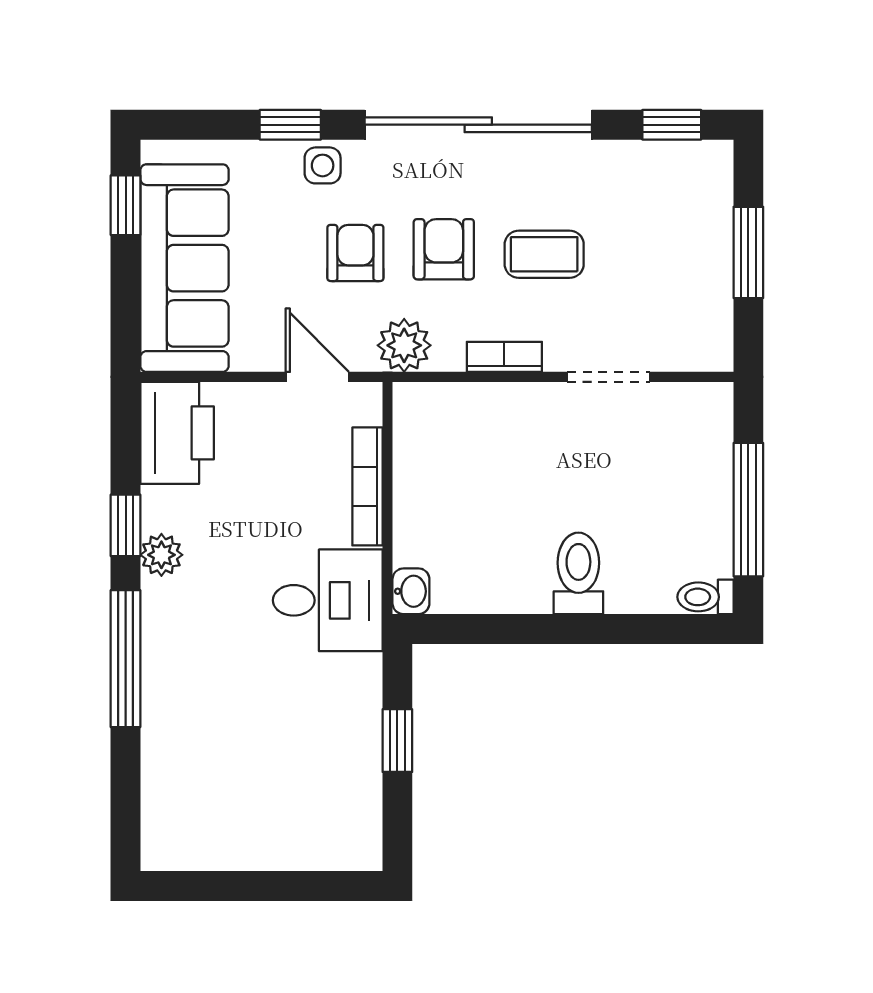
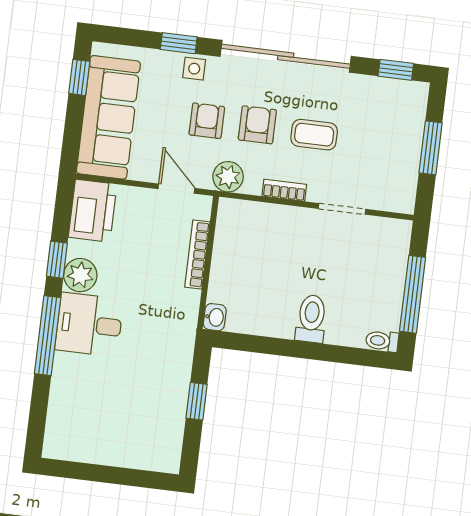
plant: (161, 555) -> (80, 275), width x1.38, depth x1.38
desk: (328, 600) -> (89, 325), moved, turned 180

